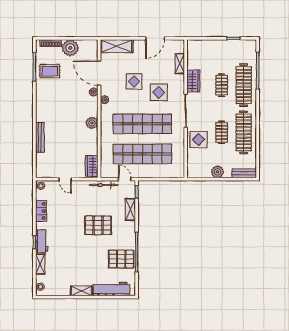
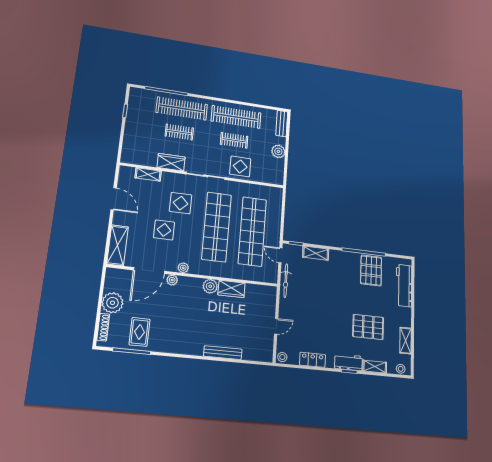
wardrobe: (92, 166) -> (231, 289), moved
door: (125, 179) -> (280, 255), hinge flipped
pallet: (98, 225) -> (368, 327), moved, turned 90
shelving: (81, 291) -> (406, 341), moved

